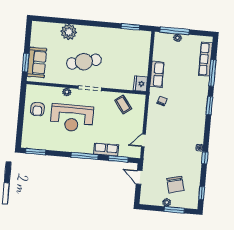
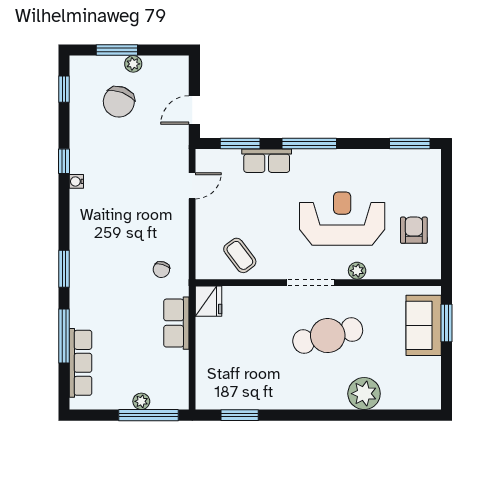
door: (139, 177) -> (194, 110), swing flipped
chair: (175, 185) -> (119, 102), turned -145

